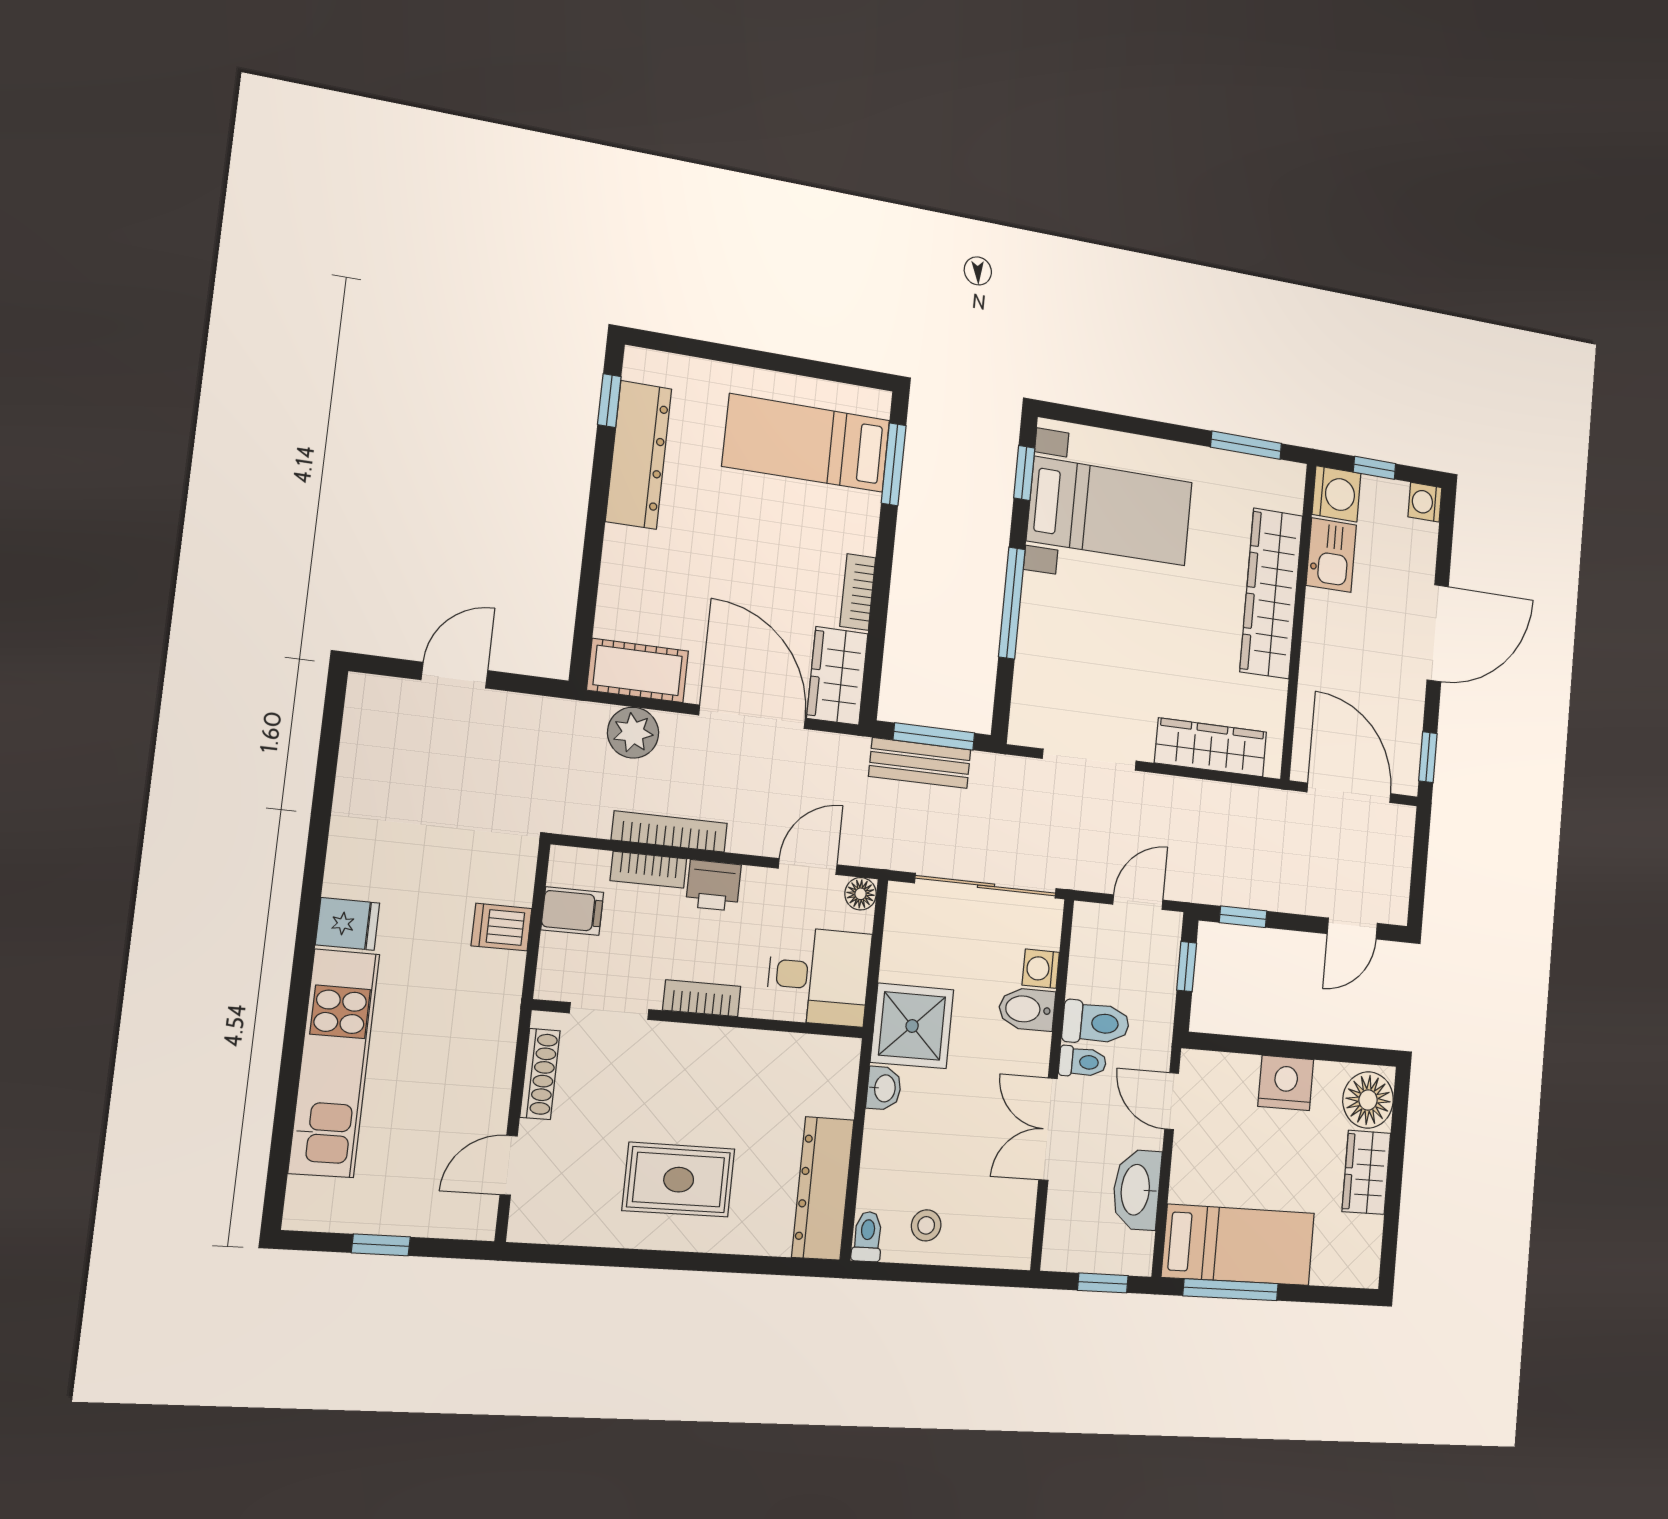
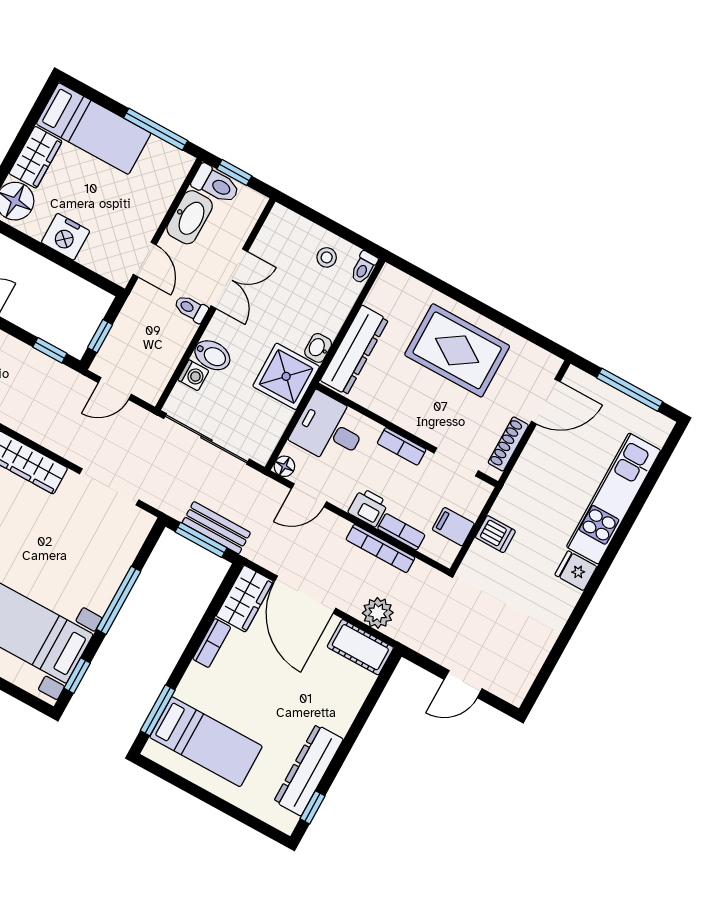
toilet: (1096, 1023) -> (216, 184), moved, turned 180
door: (509, 1165) -> (546, 402), width x1.38
rug: (679, 1180) -> (457, 350), width x1.36, depth x1.43
dresser: (823, 1188) -> (354, 350), moved
window: (381, 1245) -> (630, 390), width x2.17
bed: (1239, 1245) -> (94, 129), moved, turned 180

